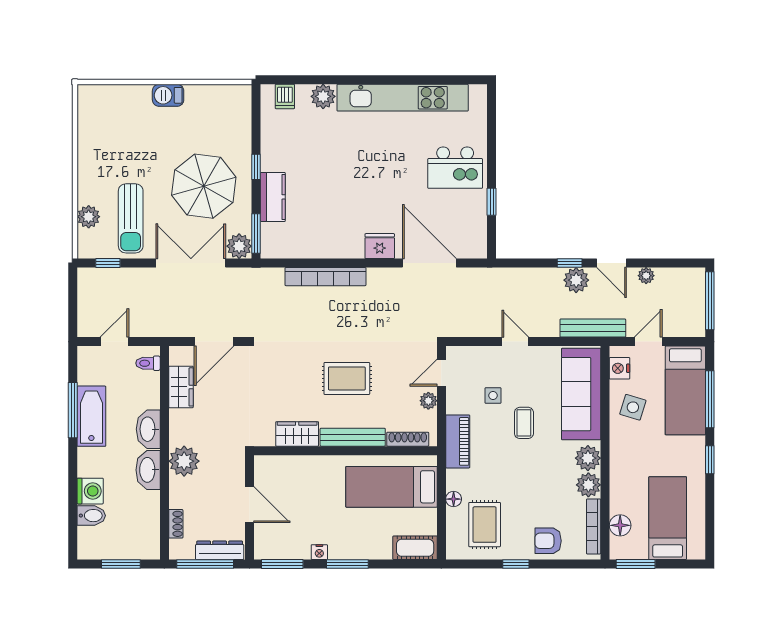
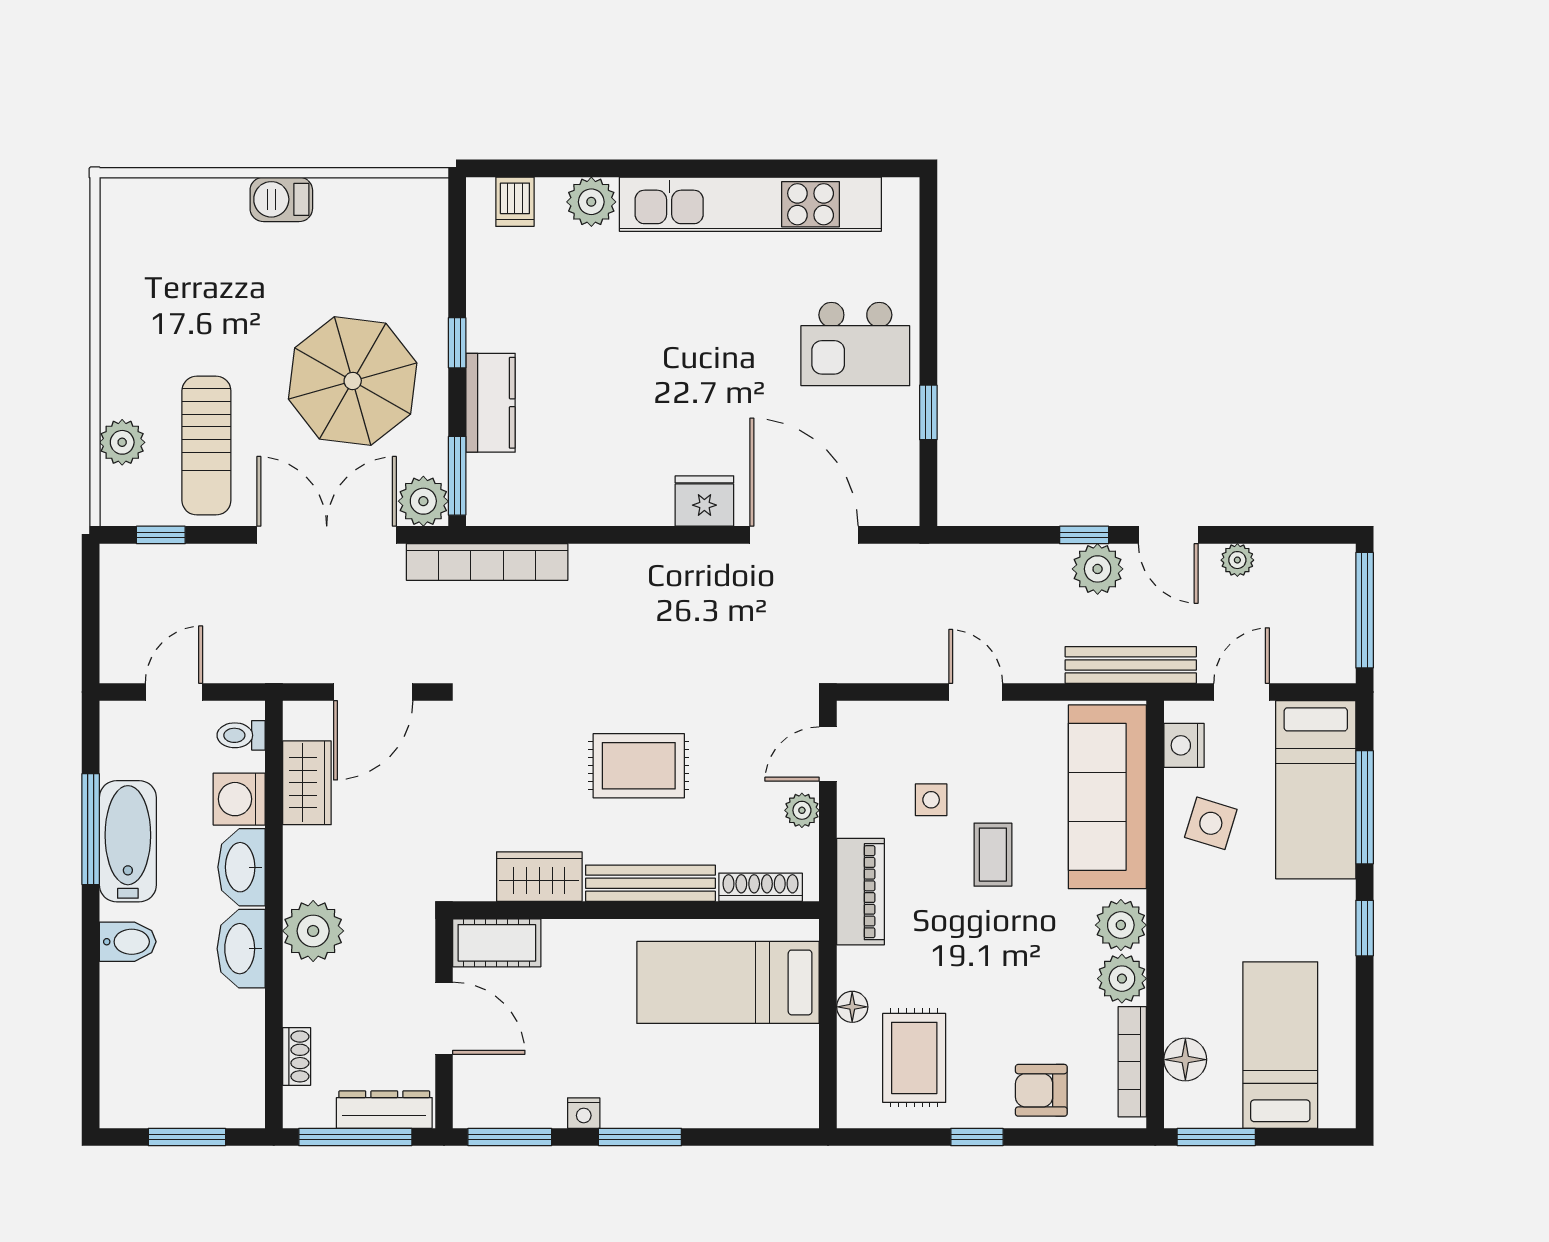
bookcase: (325, 277) -> (487, 562), moved
washing machine: (90, 491) -> (239, 799), moved, turned 180
bidet: (91, 516) -> (128, 942), moved
cot: (415, 548) -> (497, 943), moved

